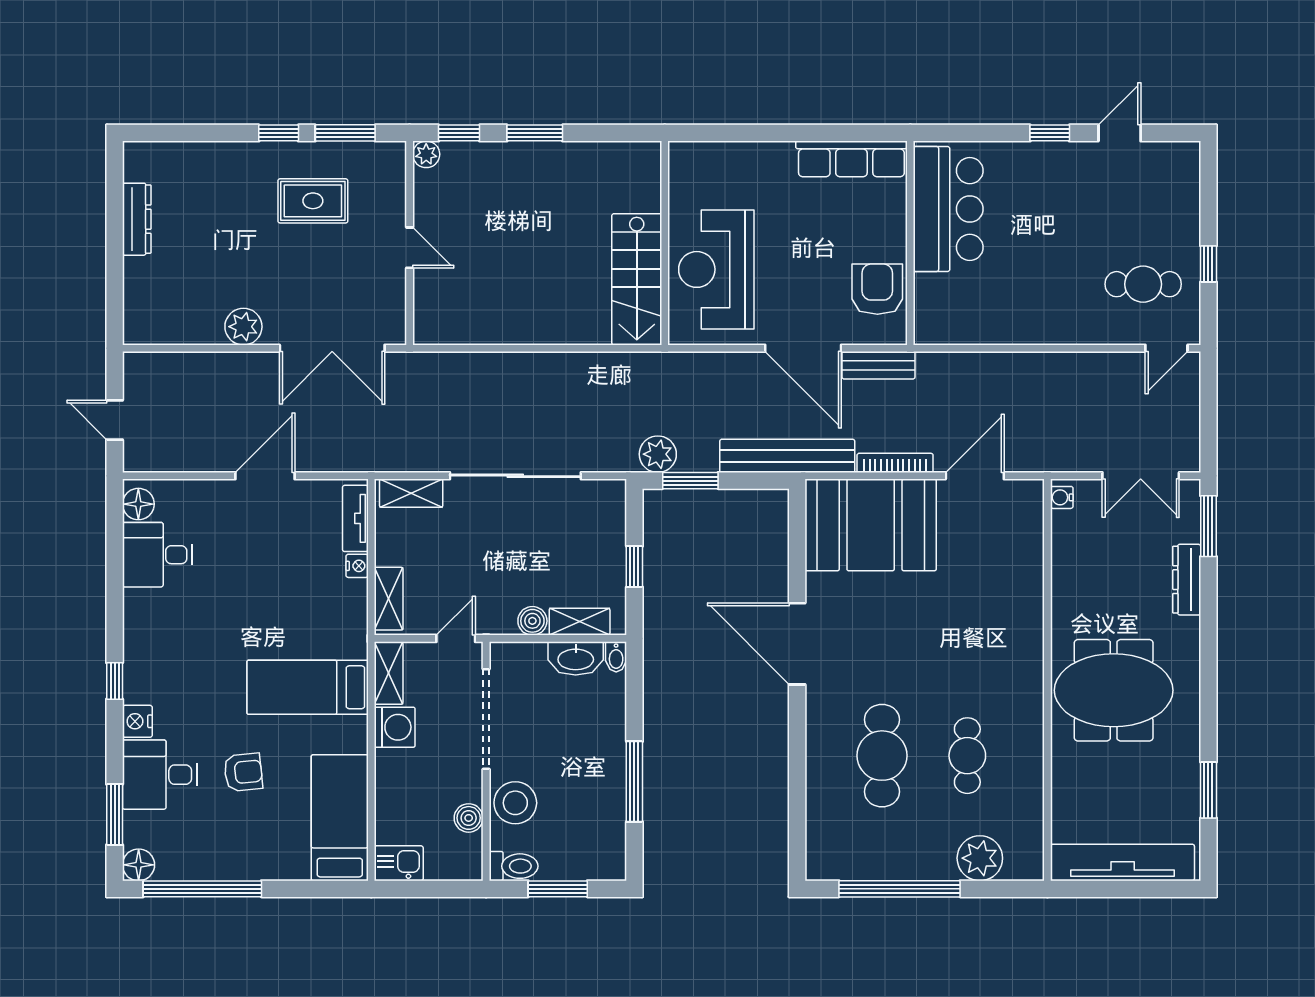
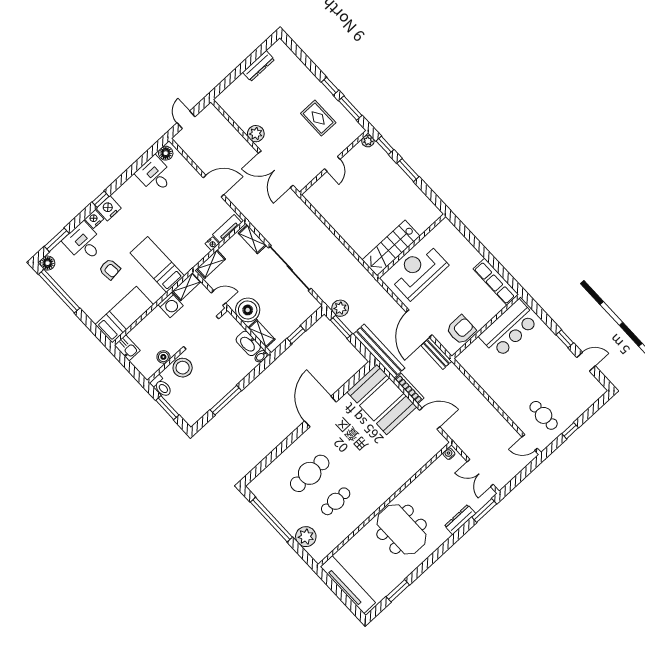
boiler: (532, 621) -> (248, 310), width x1.86, depth x1.86
nightstand: (142, 681) -> (109, 208), added

